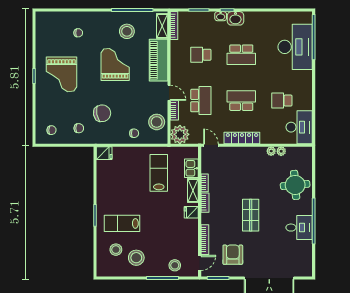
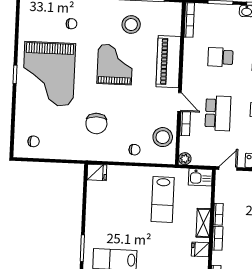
shelving: (162, 26) -> (175, 20), removed
grand piano: (62, 74) -> (49, 74), width x1.37, depth x1.48
chair: (102, 113) -> (96, 123), turned 100
chair: (79, 128) -> (67, 141), removed
plant: (180, 134) -> (185, 159), width x0.53, depth x0.53
door: (211, 145) -> (228, 168), hinge flipped
kitchen sink: (191, 168) -> (200, 177), moved, turned -90
lab bench: (159, 173) -> (163, 199), turned 180

